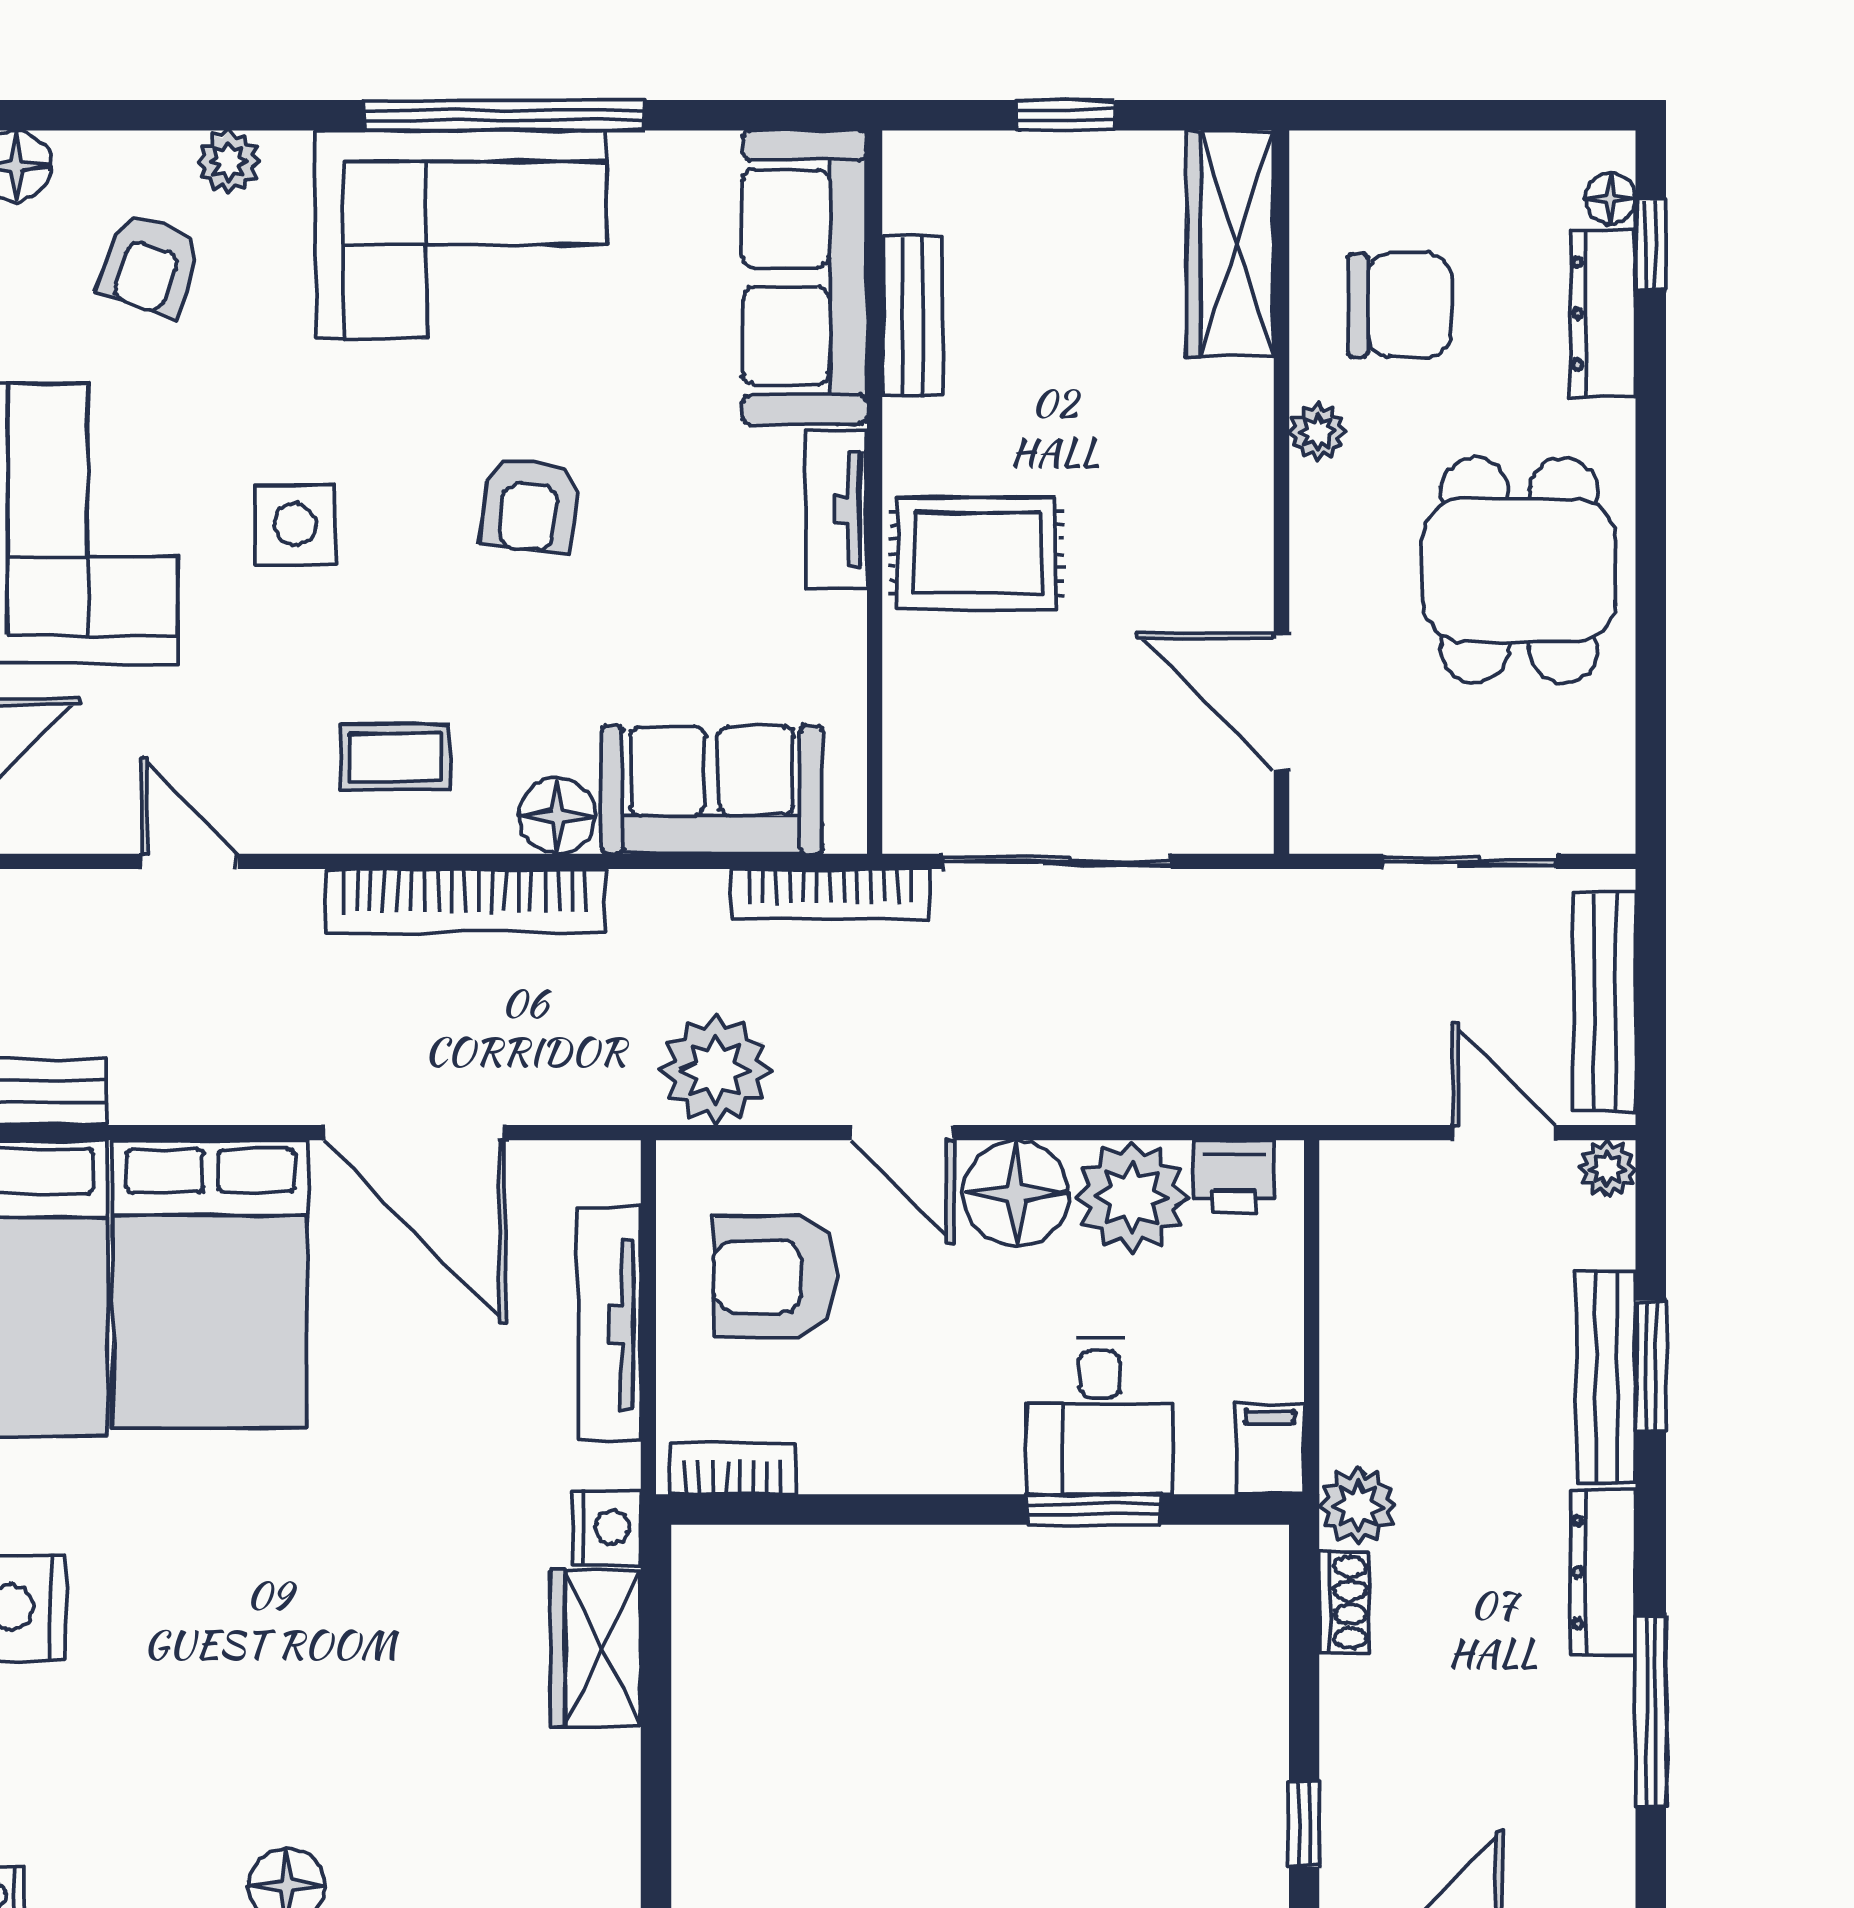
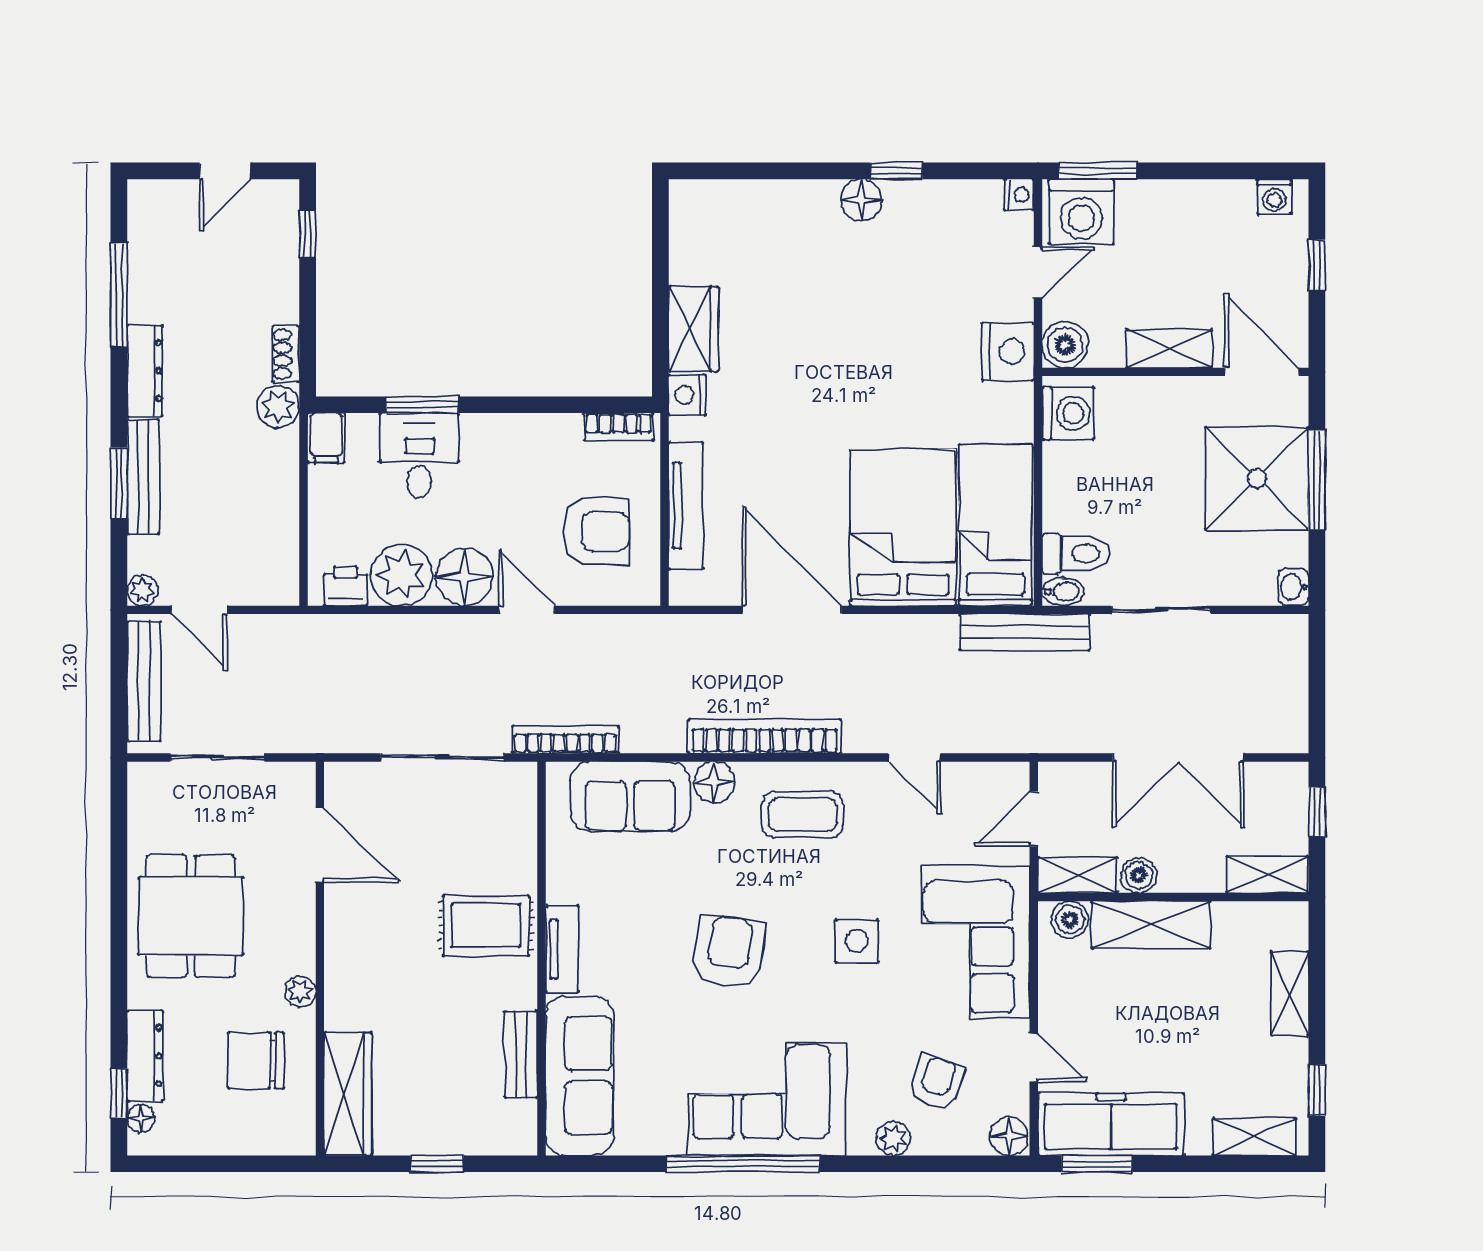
armchair: (530, 504) -> (729, 952), width x1.38, depth x1.38
coffee table: (395, 757) -> (803, 815), width x1.36, depth x1.30
plant: (716, 1070) -> (628, 644), removed

